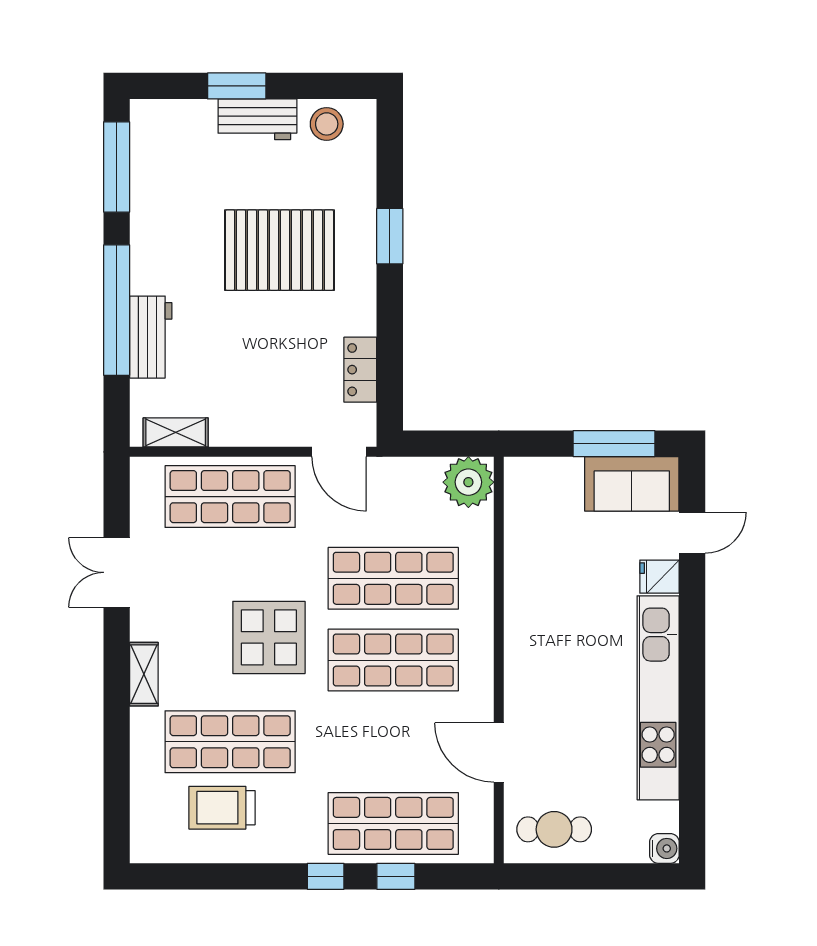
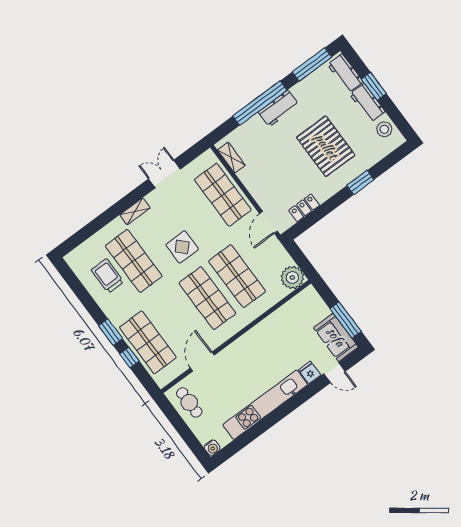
workbench: (176, 119) -> (345, 73), added
workbench: (151, 337) -> (279, 109), moved
display table: (269, 637) -> (182, 247), width x0.73, depth x0.73
window: (326, 876) -> (111, 332), width x1.50

